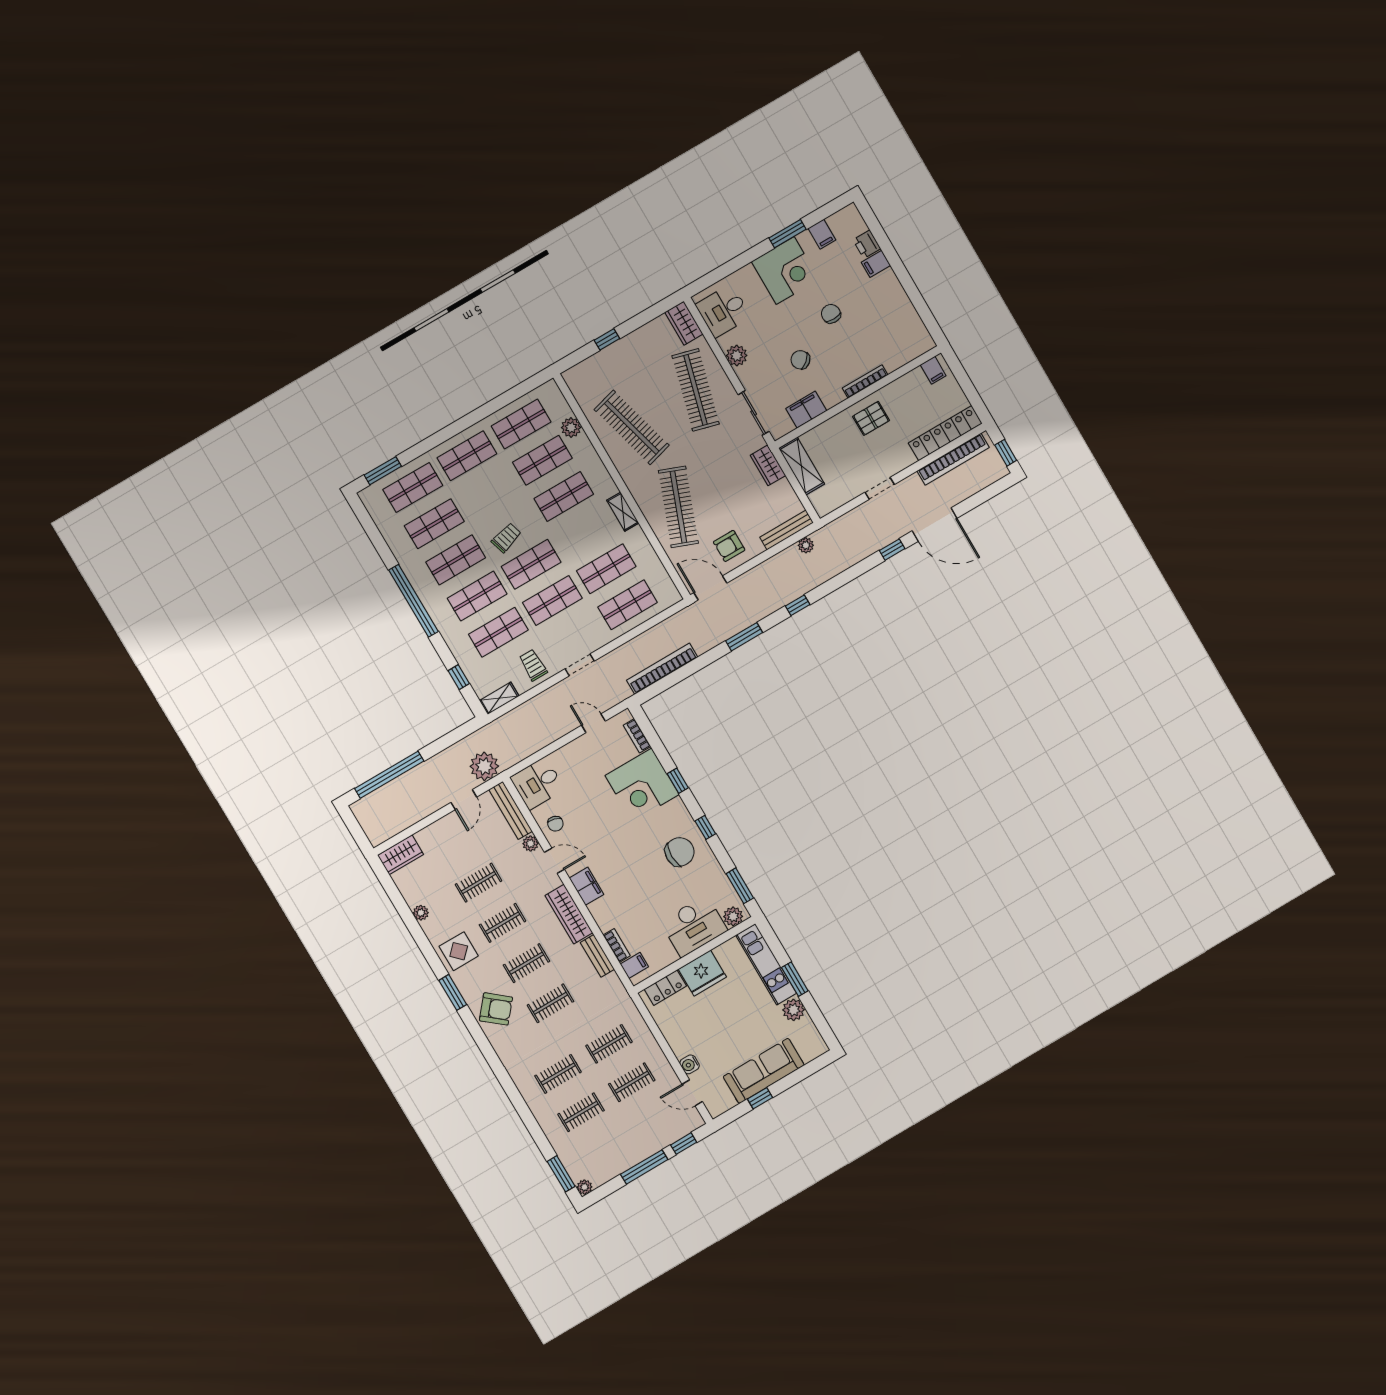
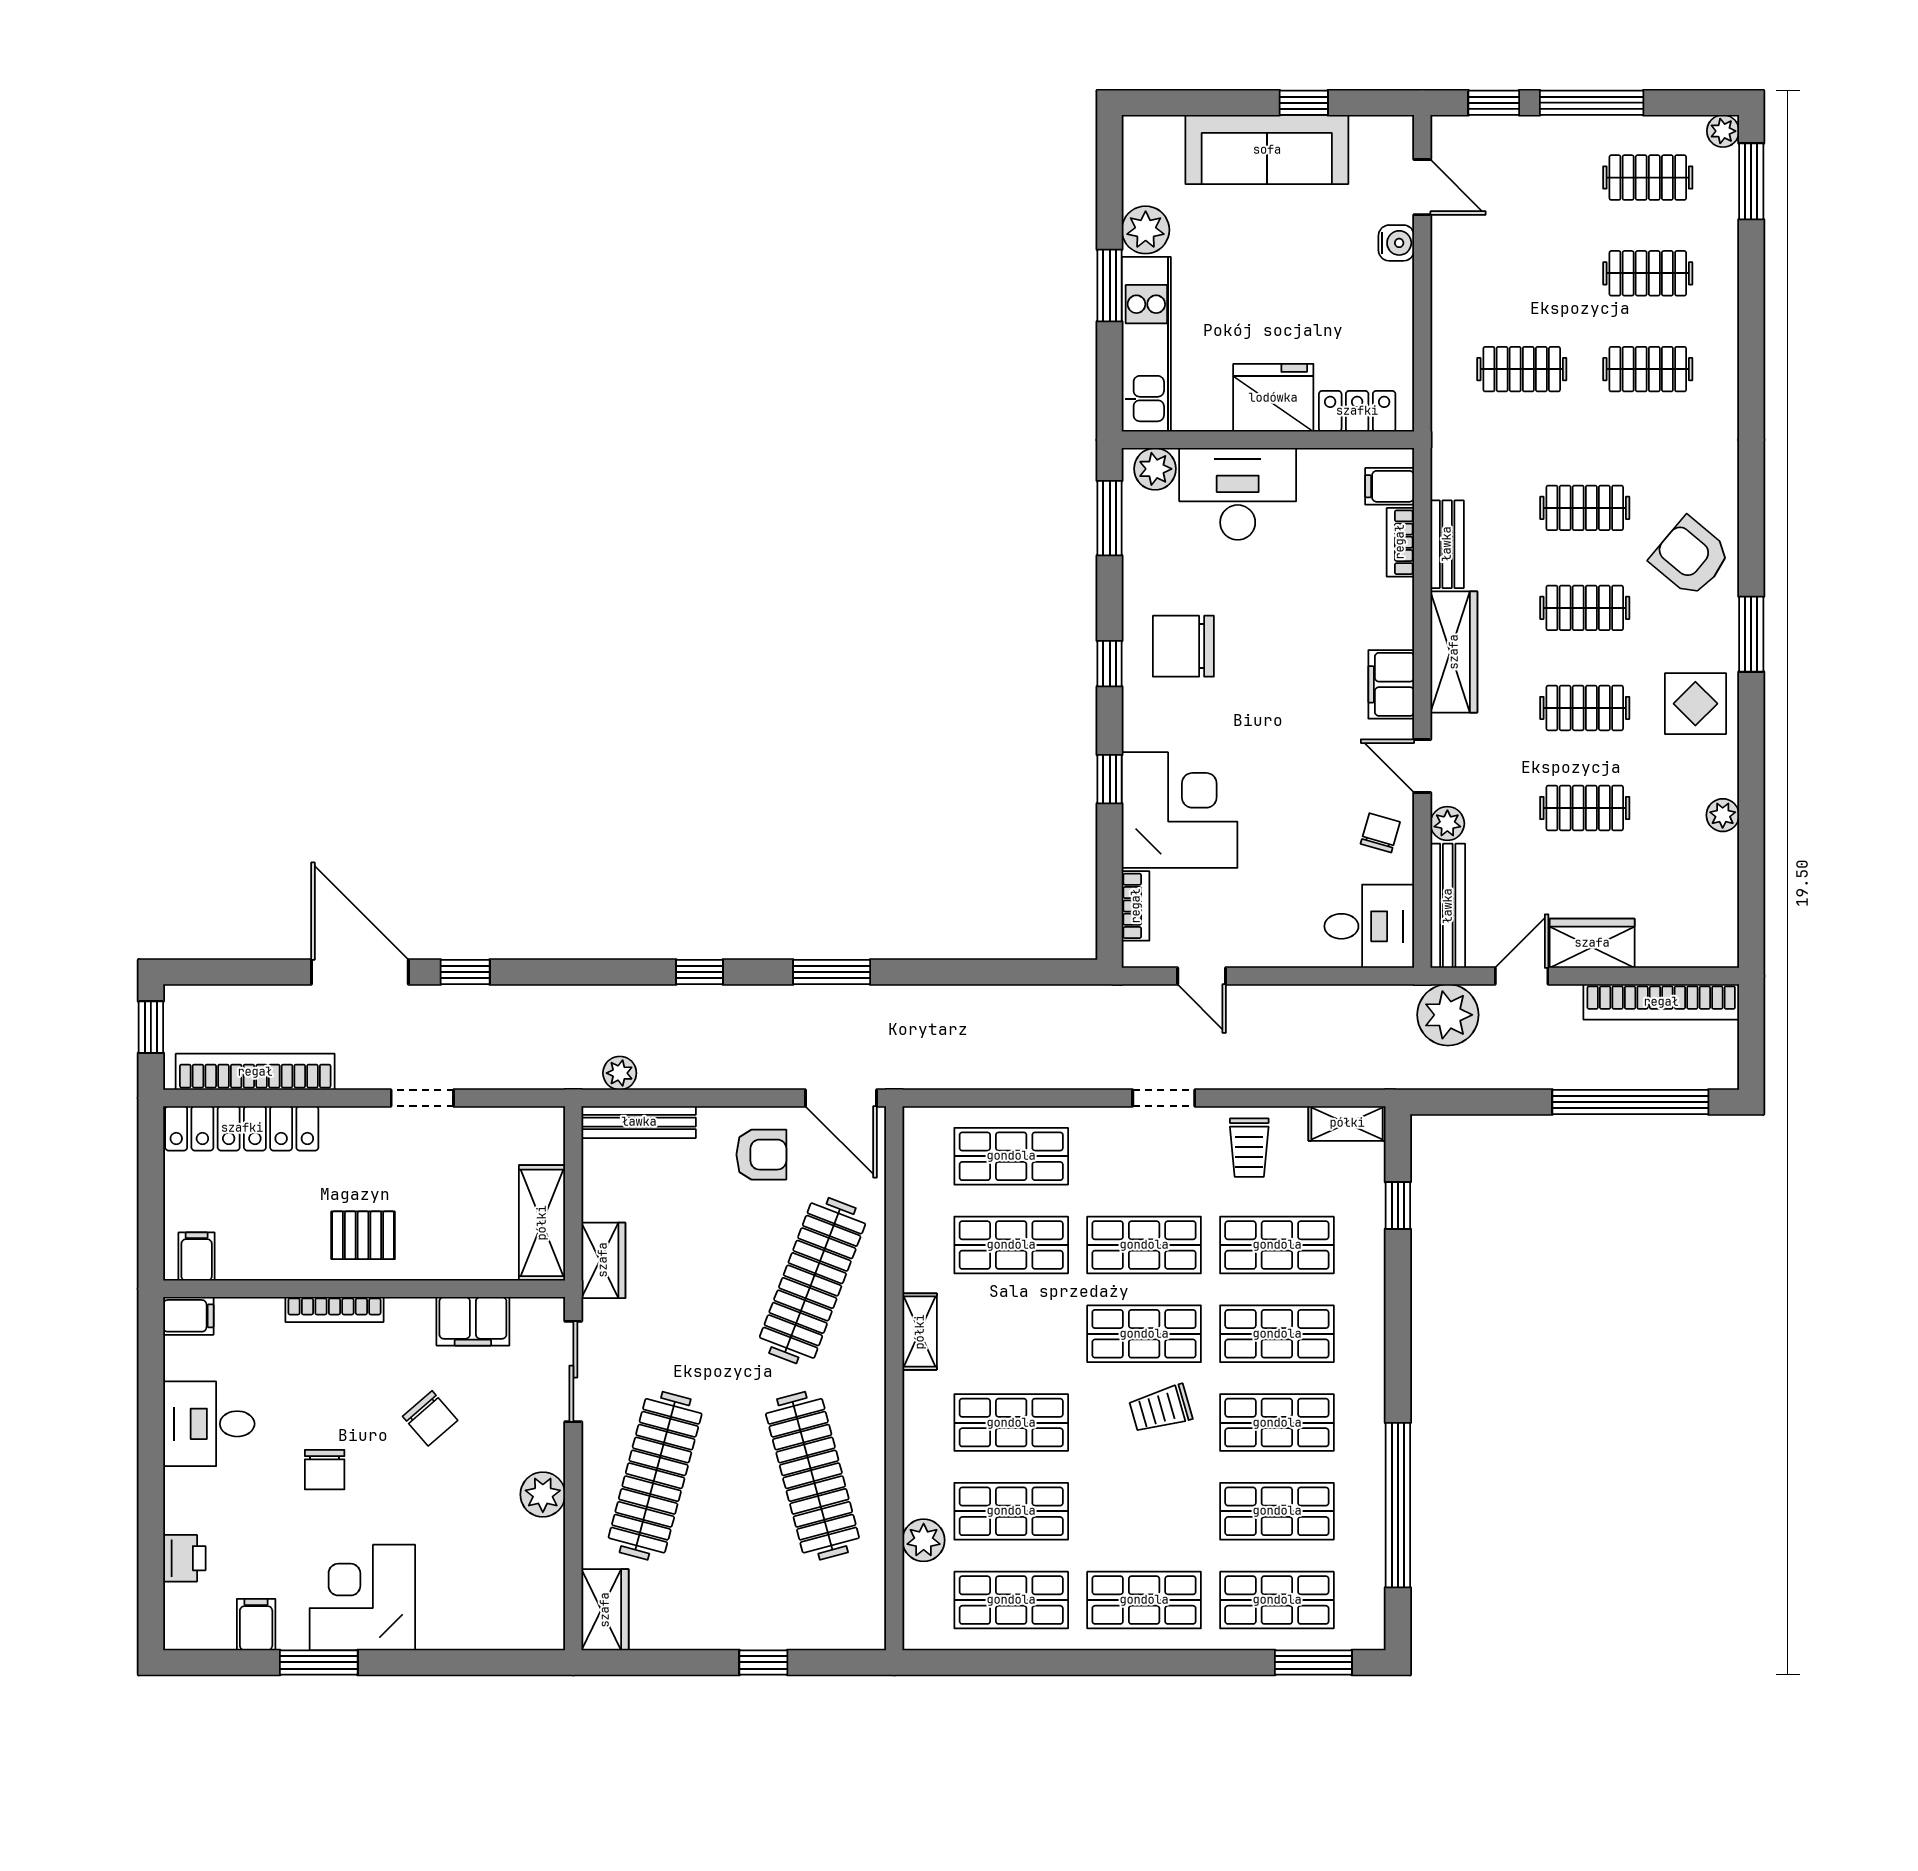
filing cabinet: (876, 264) -> (188, 1316), moved
desk: (723, 311) -> (209, 1424), moved, turned 180
window: (413, 601) -> (1398, 1505), moved
bookcase: (662, 669) -> (1661, 1002), moved
wardrobe: (401, 855) -> (1592, 943), moved
clothes rail: (632, 1082) -> (1648, 178), moved

